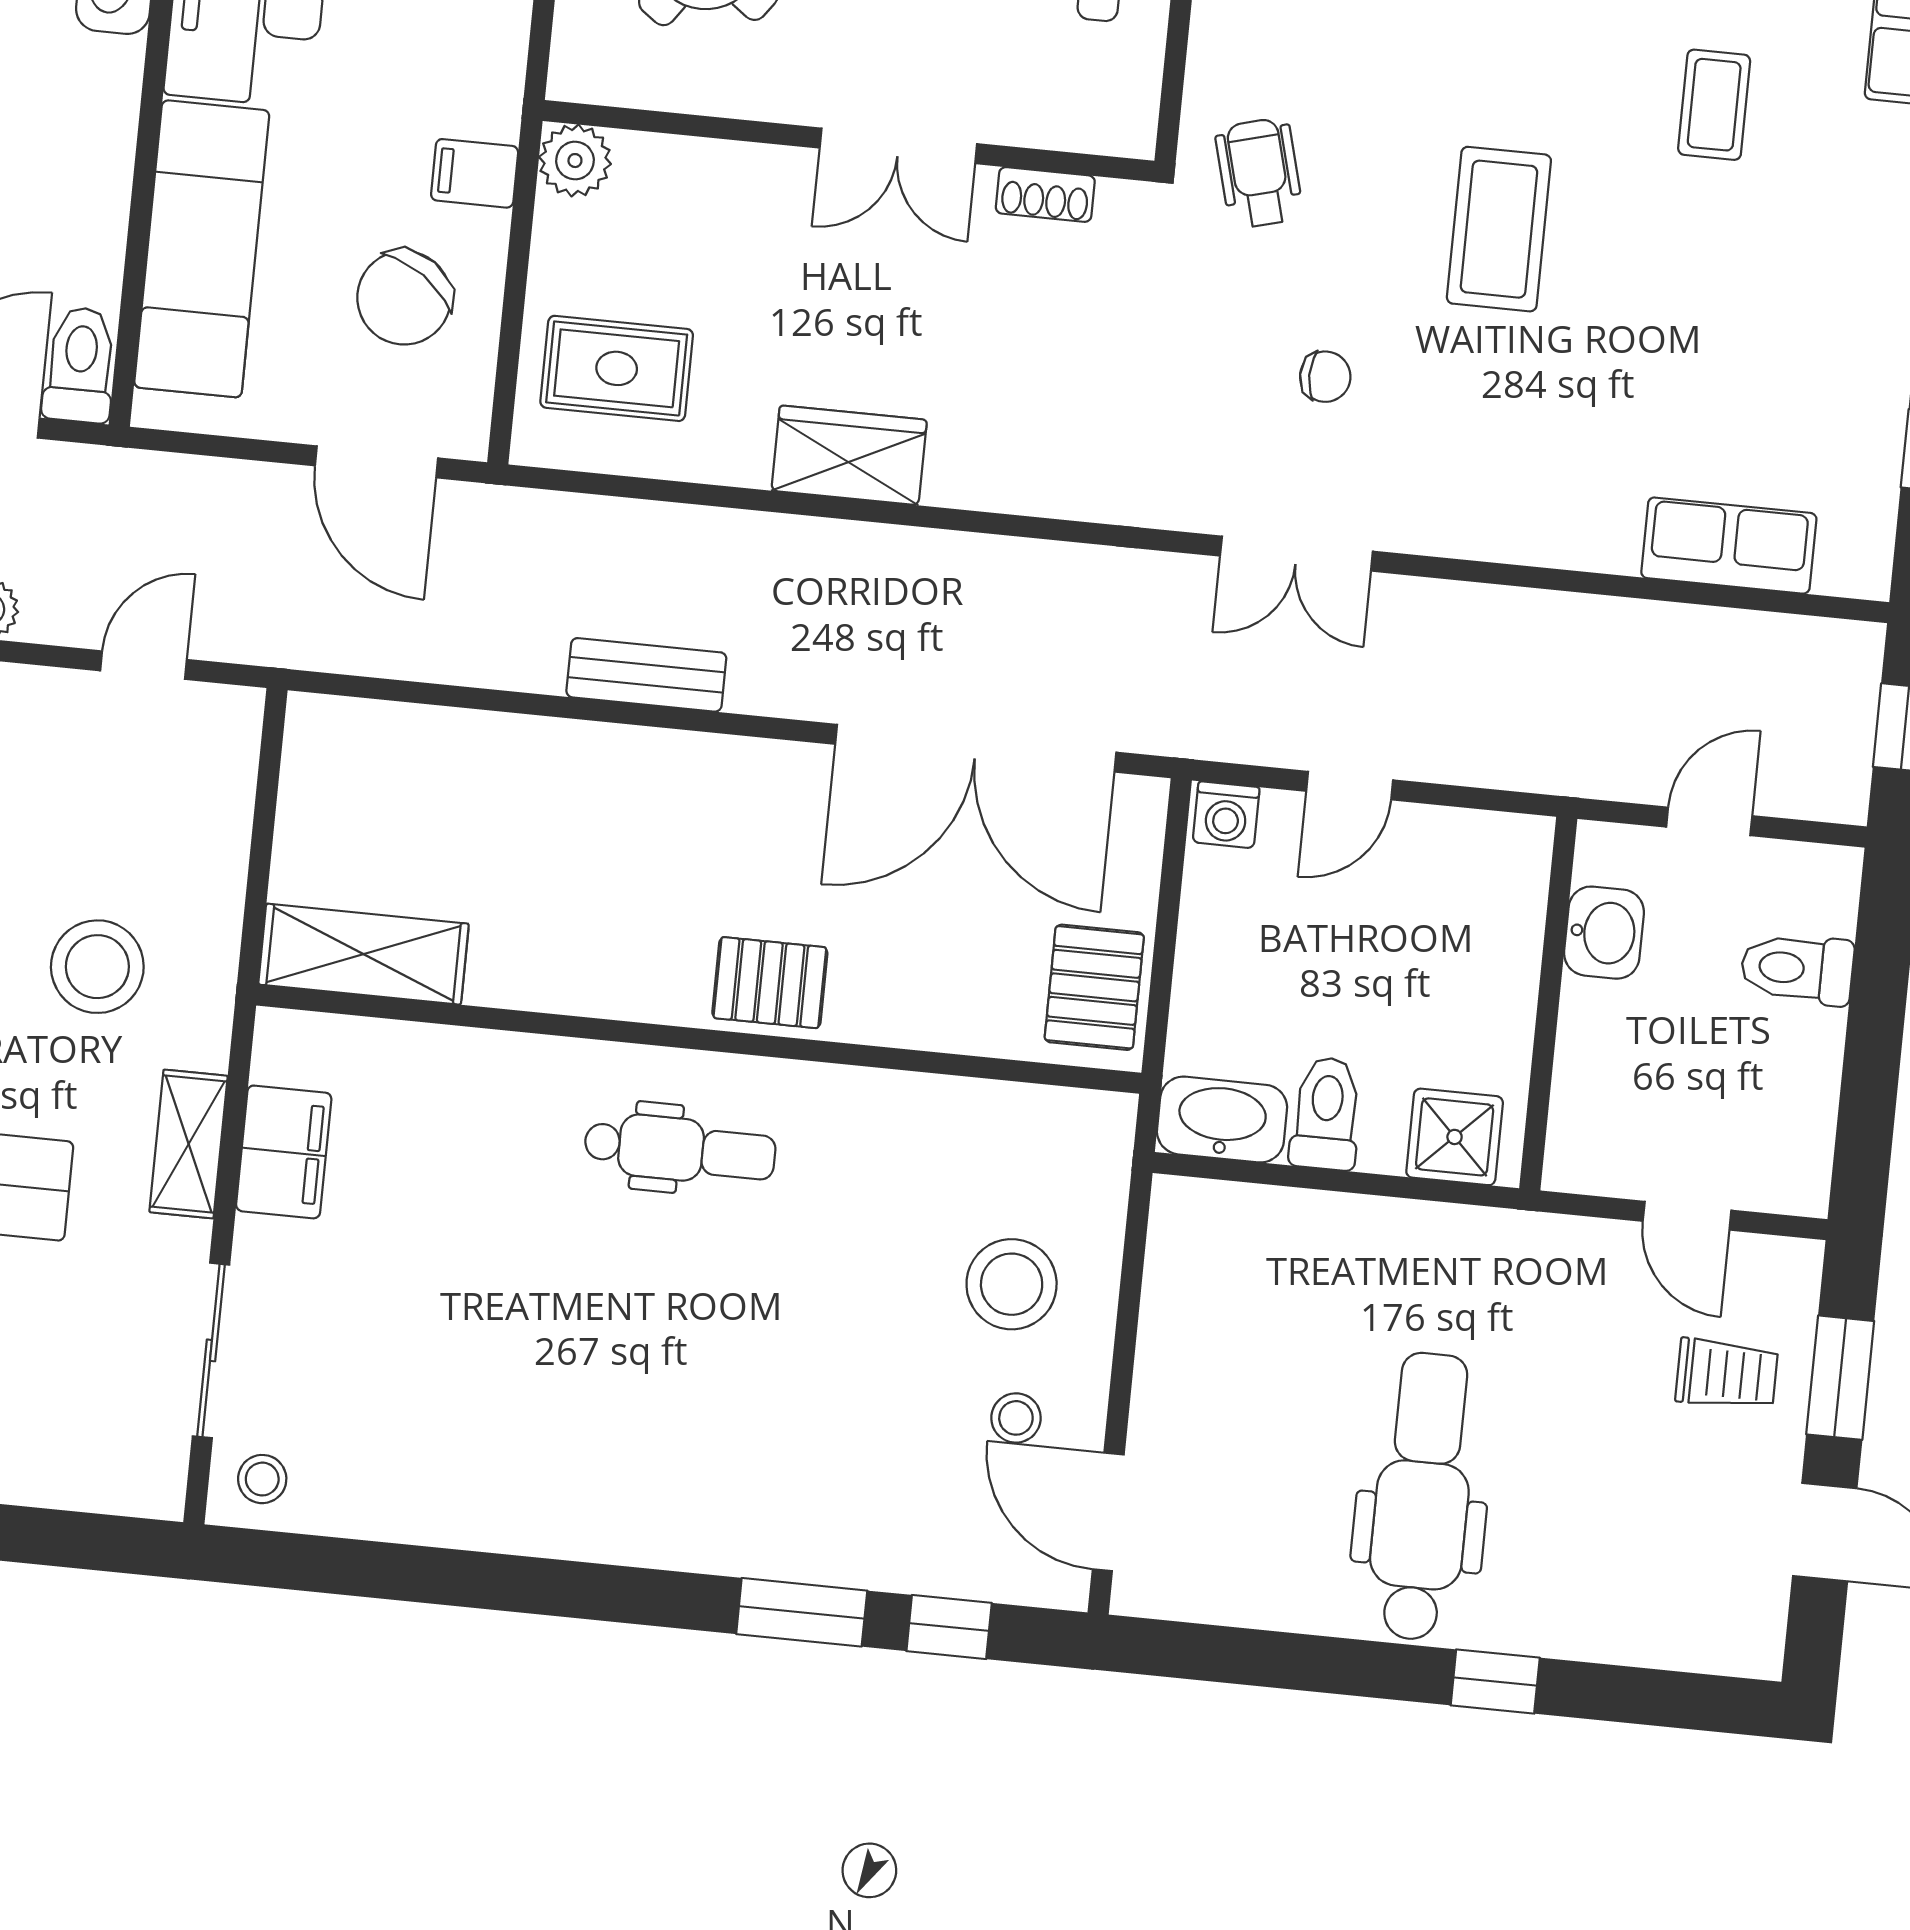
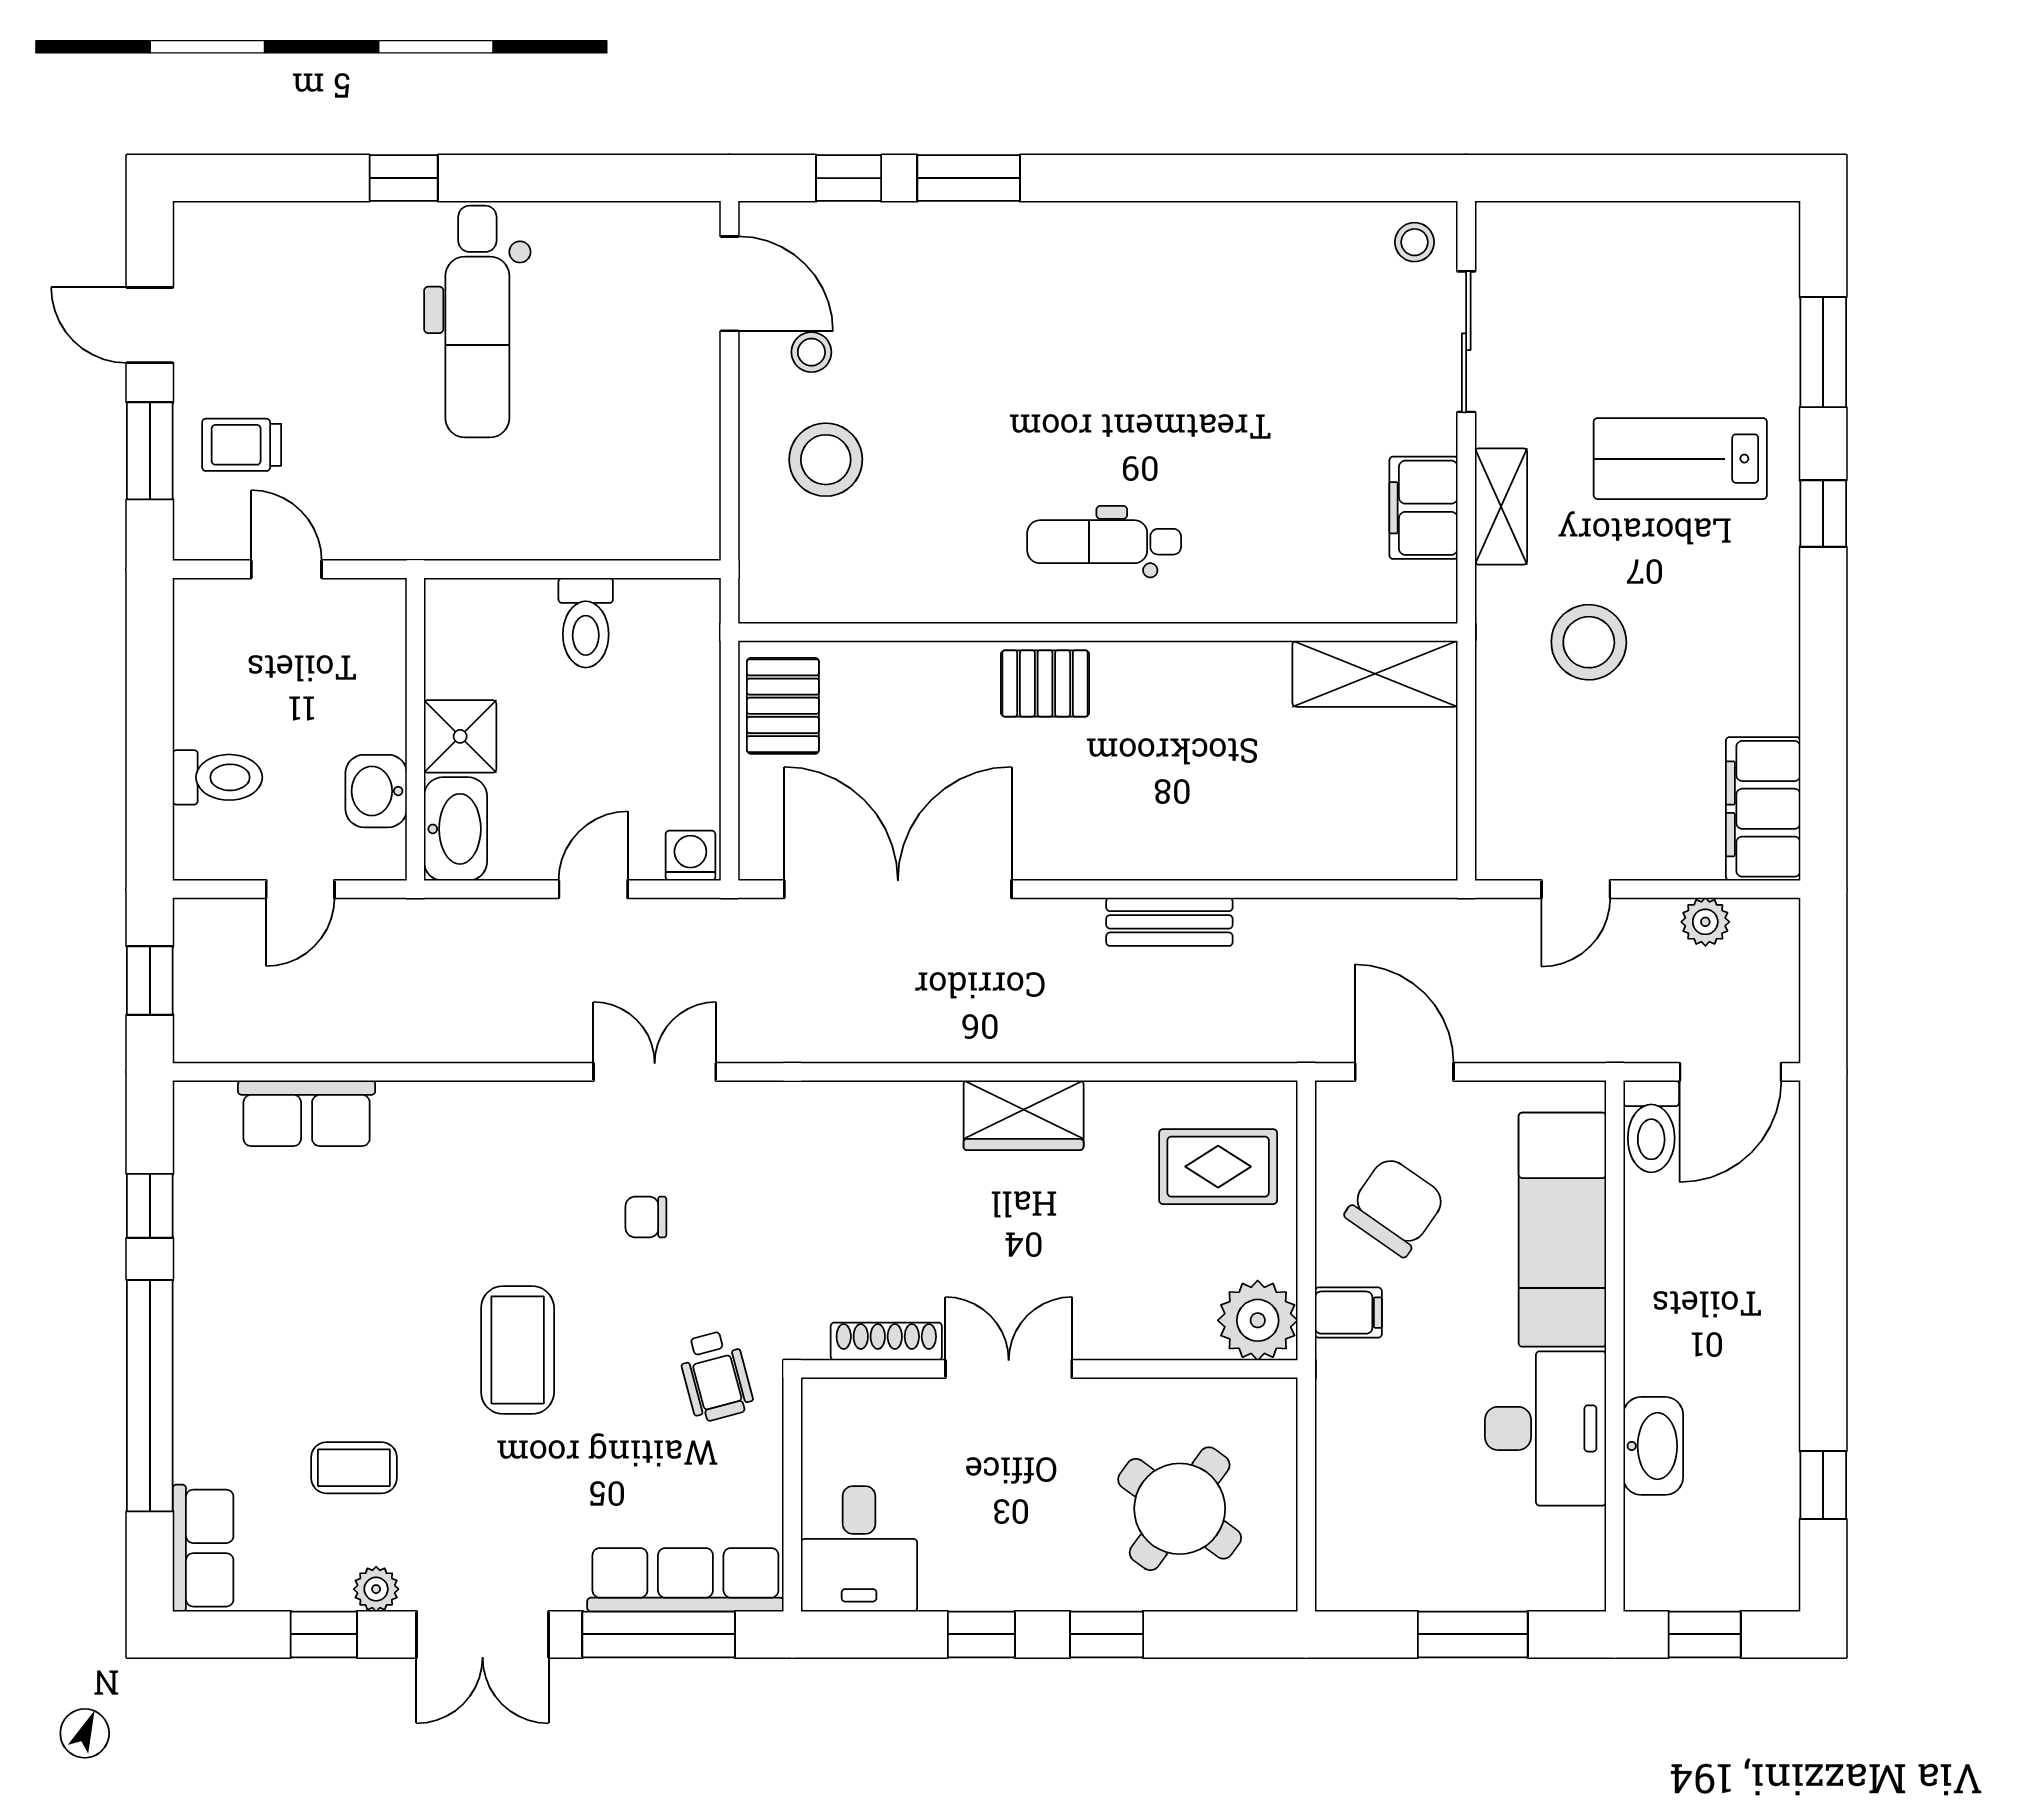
coffee table: (1714, 105) -> (354, 1468), turned 90
plant: (575, 161) -> (1258, 1320), width x1.36, depth x1.36
shoe rack: (1045, 194) -> (886, 1341), width x1.43
washbasin: (1222, 1120) -> (456, 829), moved, turned -90
shower: (1455, 1137) -> (460, 736), moved

